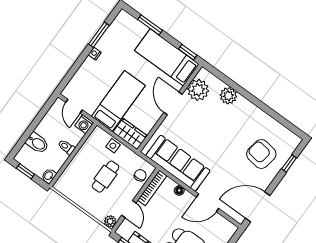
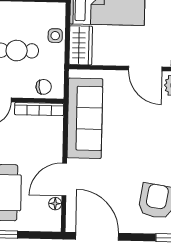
door: (173, 103) -> (145, 69), swing flipped
floor lamp: (179, 190) -> (55, 204), moved
door: (208, 203) -> (64, 179), hinge flipped

